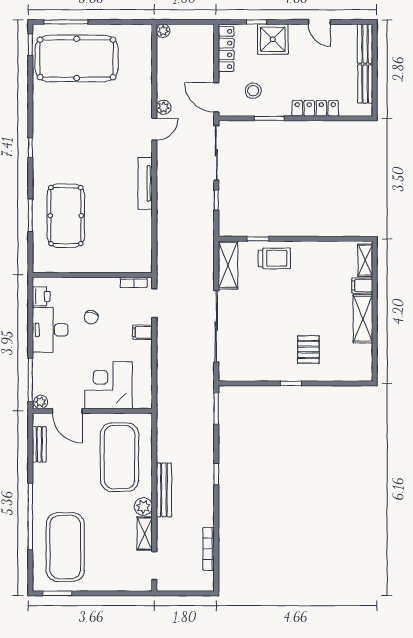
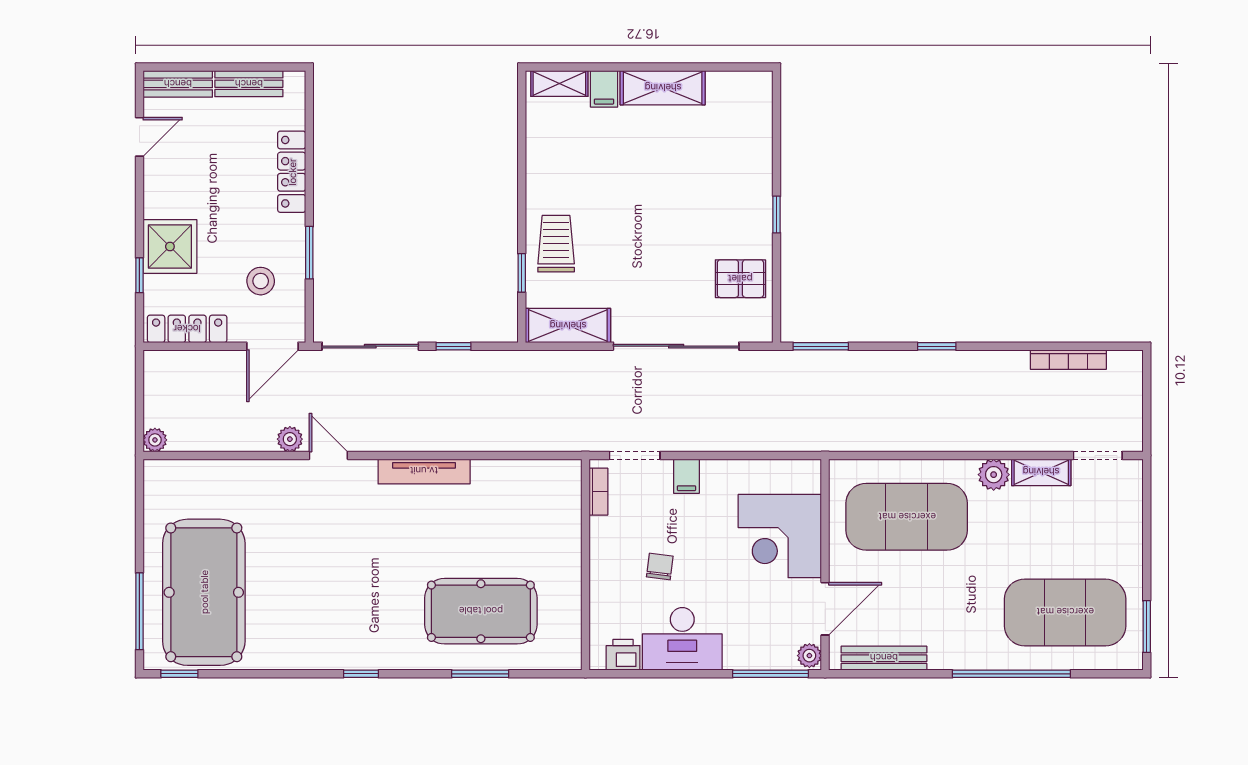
door: (319, 22) -> (139, 137), moved
chair: (91, 317) -> (660, 567), turned -99
pallet: (308, 349) -> (740, 279), moved
bench: (39, 444) -> (884, 658), width x1.36
bench: (164, 490) -> (964, 438), removed

